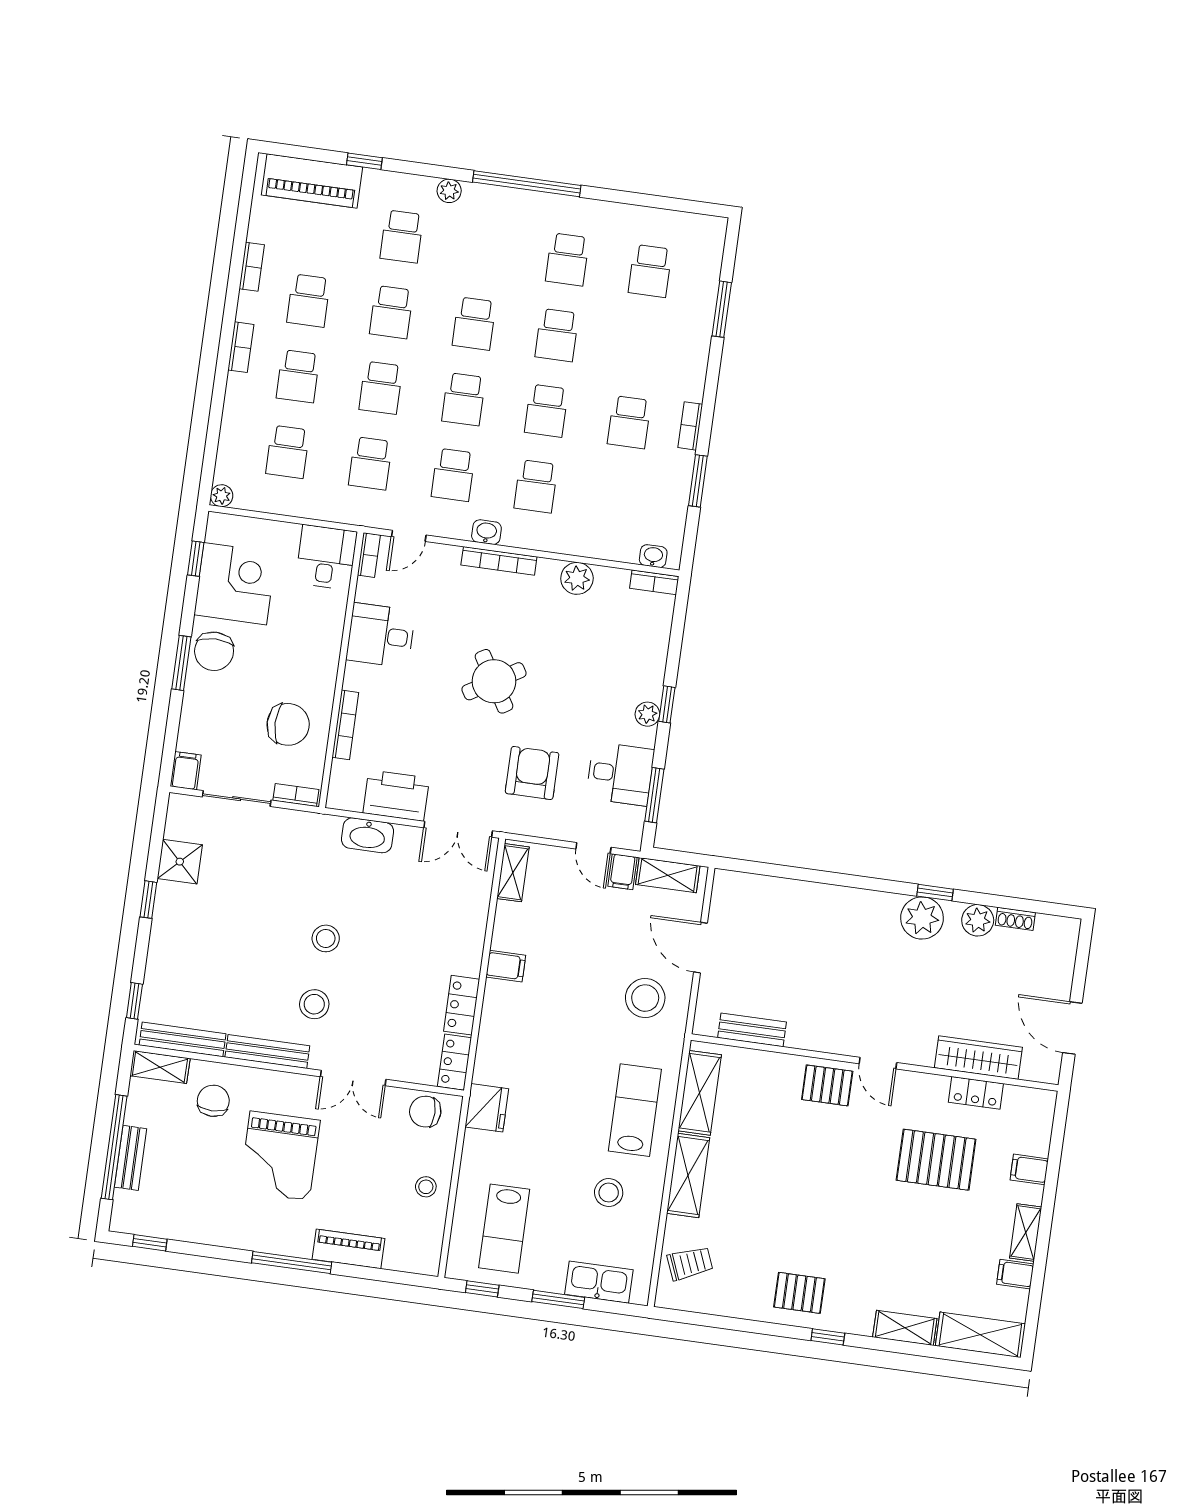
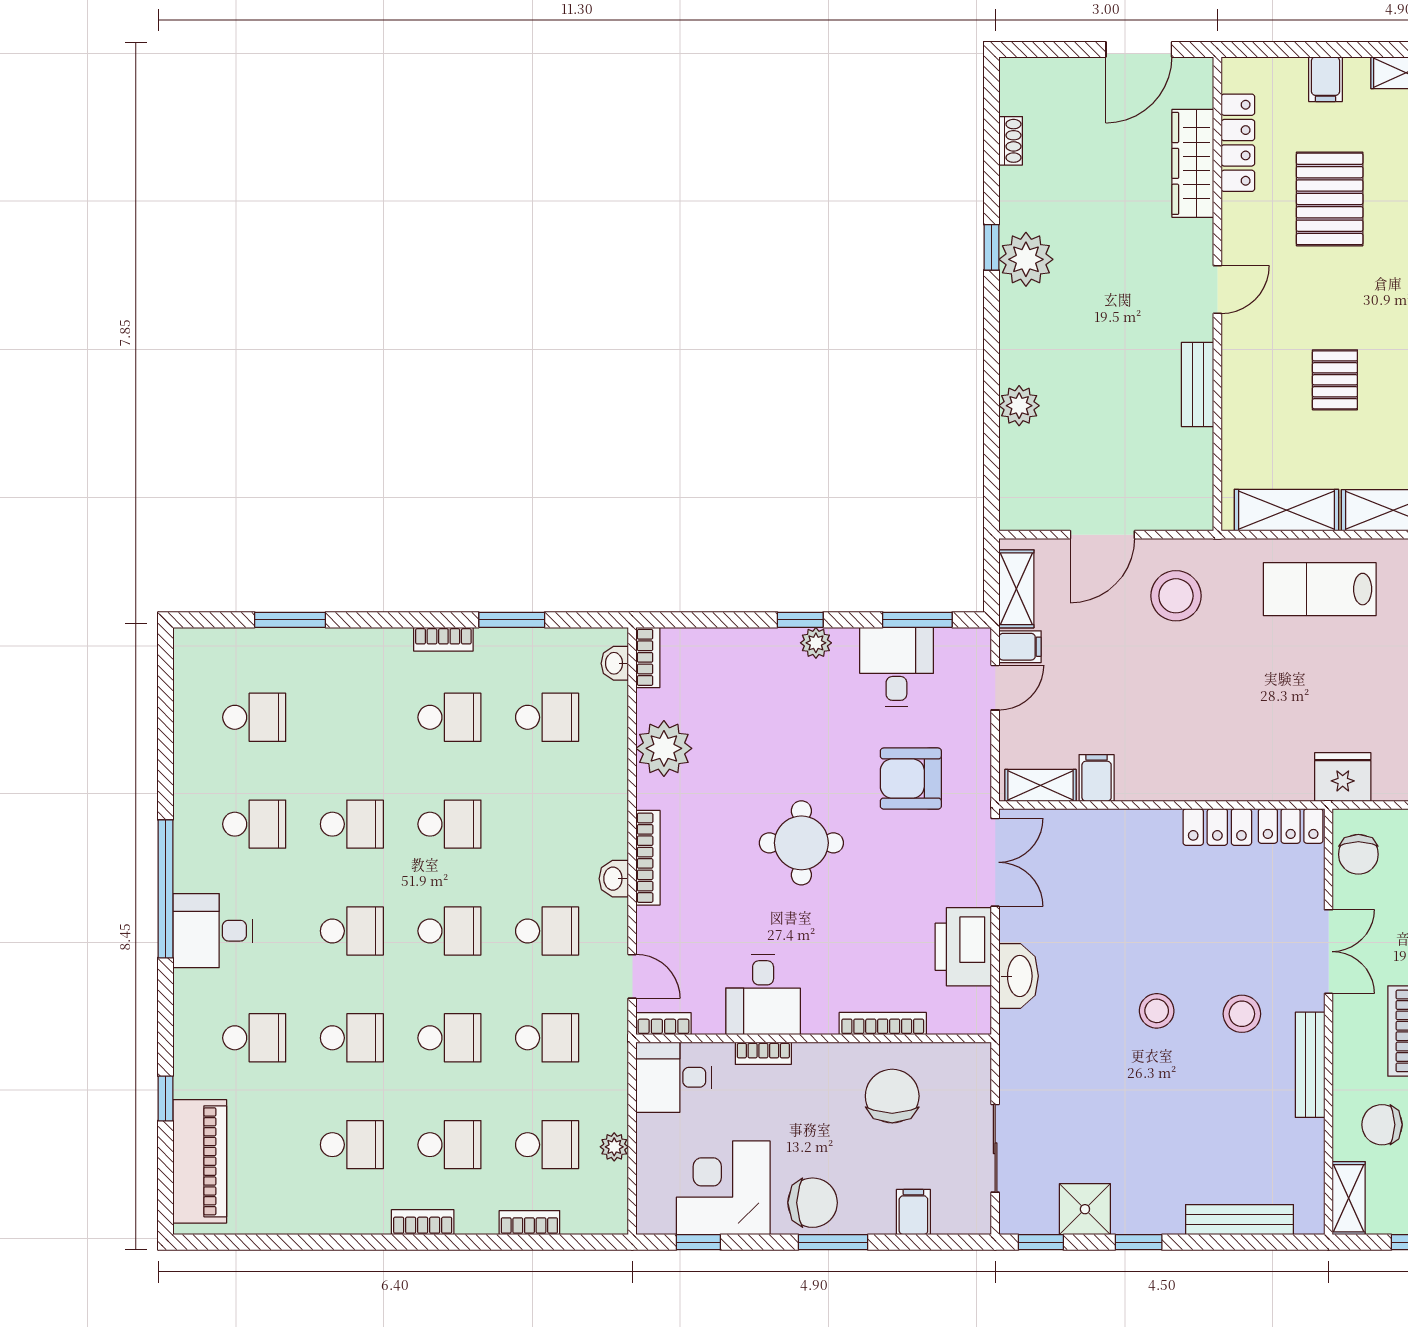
plant: (449, 191) -> (188, 986), removed
desk: (489, 216) -> (213, 931), added
bookcase: (252, 267) -> (529, 1223), moved
school desk: (536, 486) -> (547, 717), moved
plant: (222, 496) -> (614, 1147), moved
plant: (577, 578) -> (664, 748), width x1.36, depth x1.36
round table: (494, 681) -> (801, 843), turned 31
filing cabinet: (186, 771) -> (913, 1212), moved, turned 90
bookcase: (296, 795) -> (763, 1053), moved, turned -90
plant: (978, 920) -> (1019, 406), moved
filing cabinet: (506, 966) -> (1097, 778), moved
window: (134, 1001) -> (1041, 1242), moved
bench: (752, 1030) -> (1198, 385), moved
bench: (183, 1039) -> (1240, 1220), moved, turned 90
pallet: (827, 1085) -> (1335, 380), moved
locker: (976, 1093) -> (1238, 143), width x1.53

